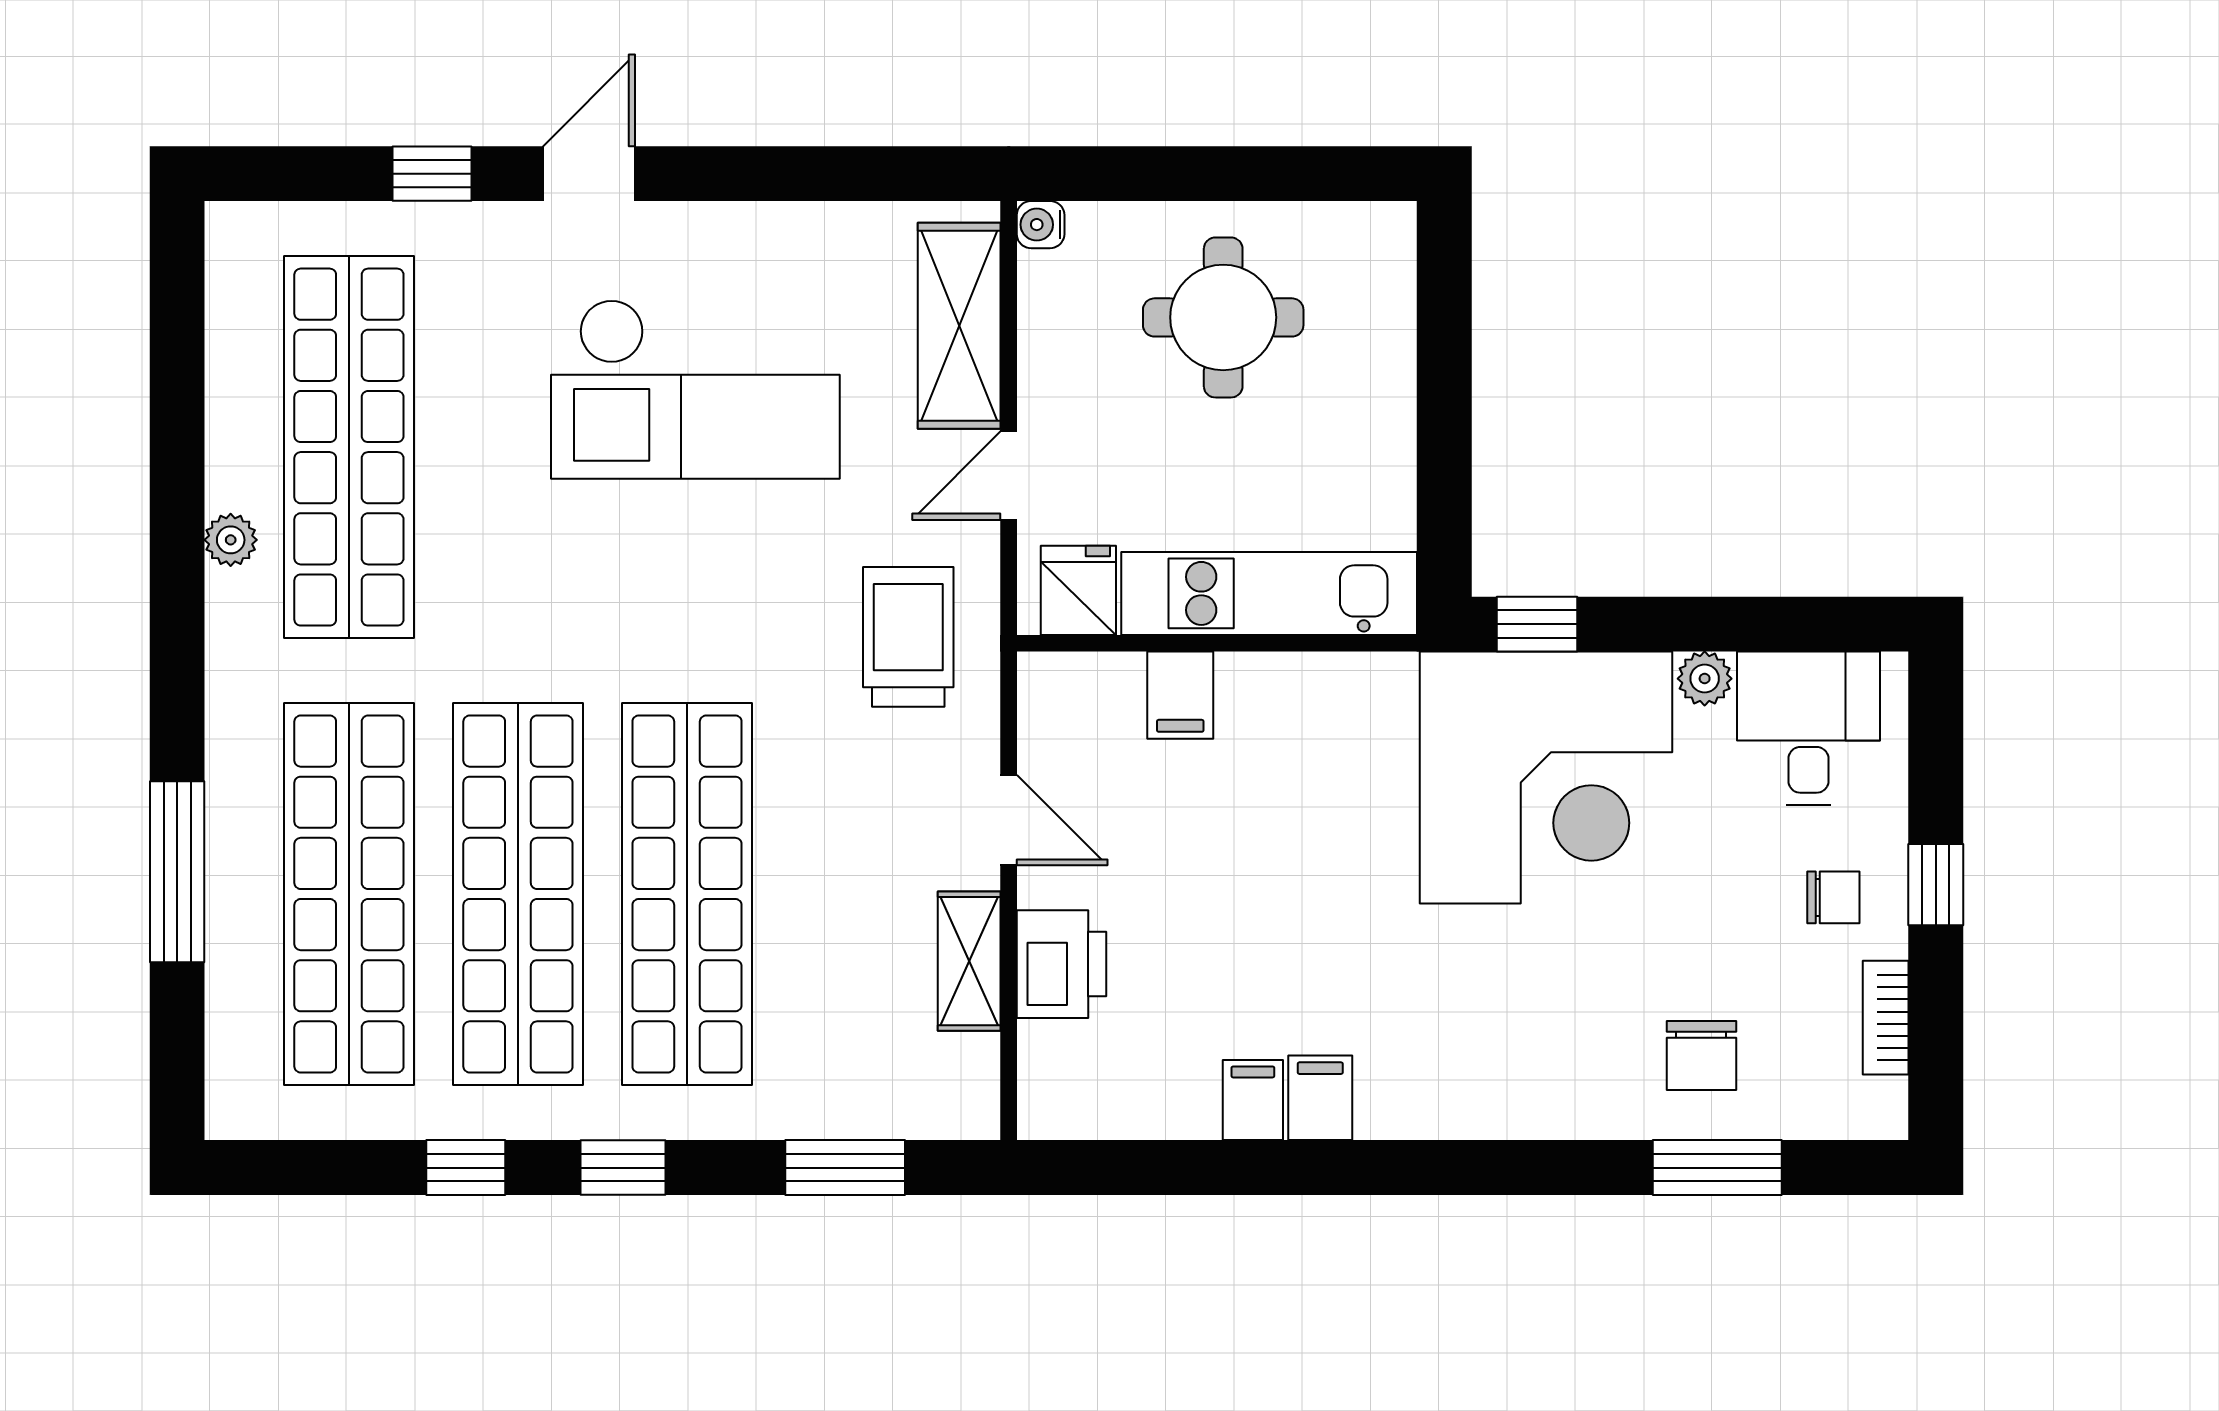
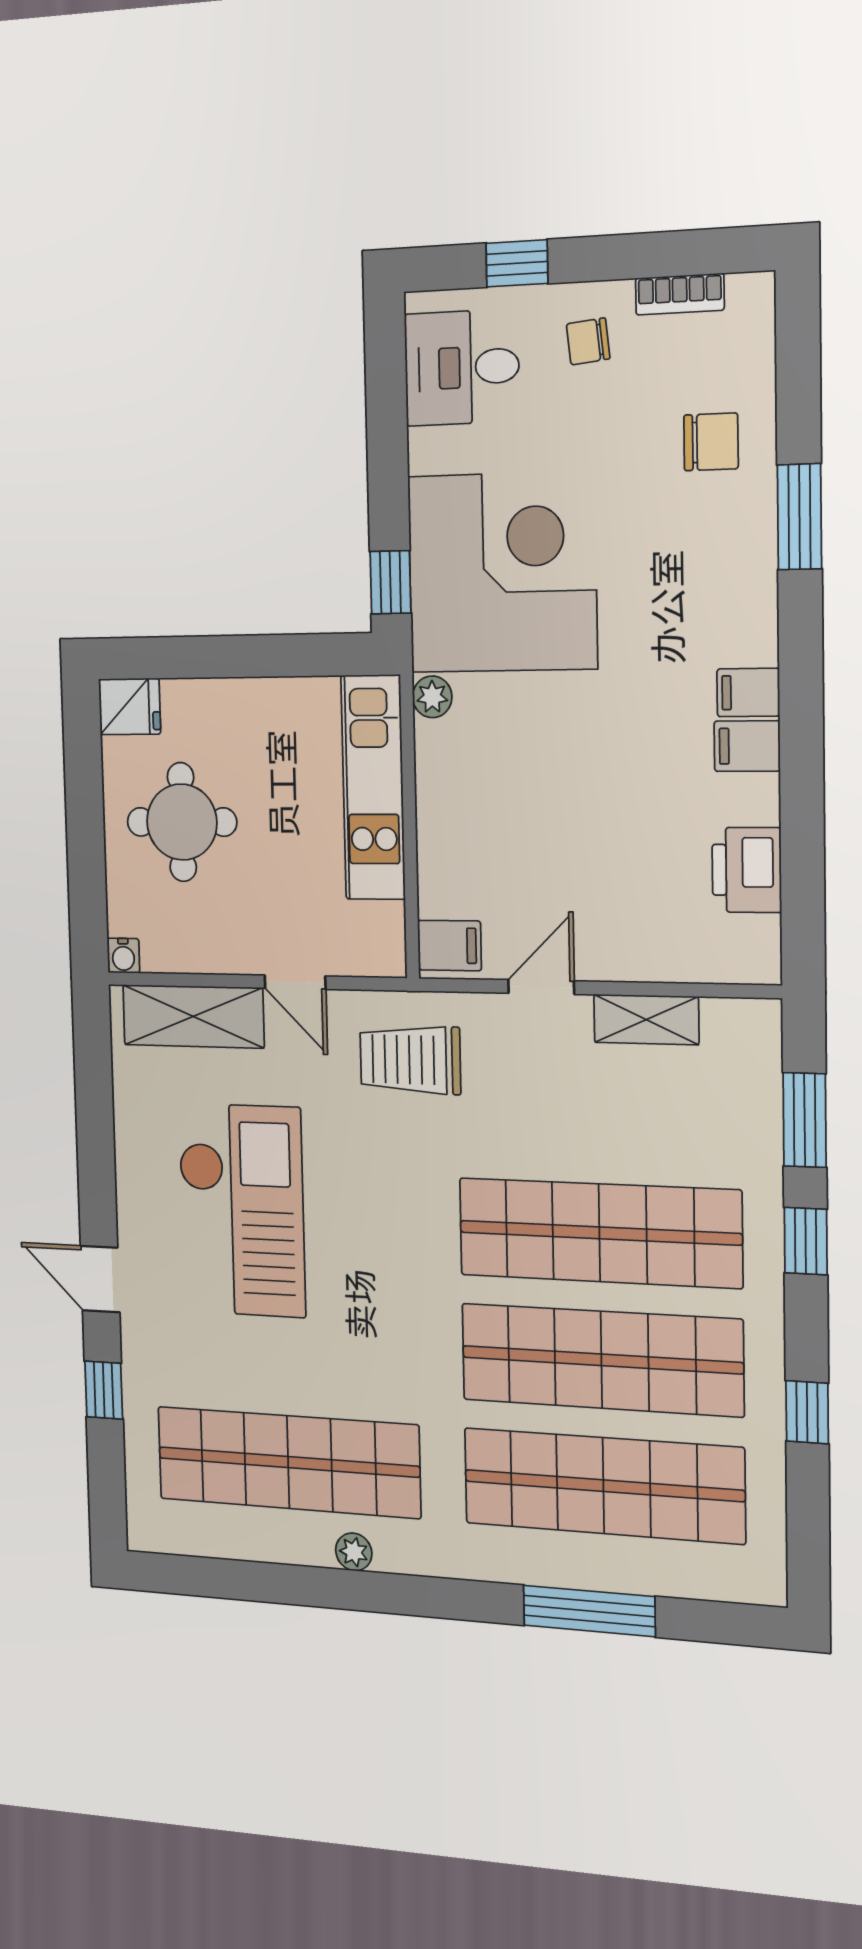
fridge: (1078, 590) -> (130, 707), moved, turned 180
plant: (1705, 679) -> (432, 697), moved
filing cabinet: (1180, 695) -> (449, 945), moved
window: (1936, 885) -> (517, 263), moved
chair: (1833, 897) -> (588, 341), turned -96
printer: (1061, 964) -> (747, 870), moved, turned -90
filing cabinet: (1253, 1100) -> (748, 692), moved
window: (623, 1168) -> (806, 1241), moved
window: (1717, 1168) -> (800, 517), moved

